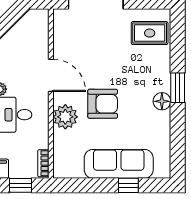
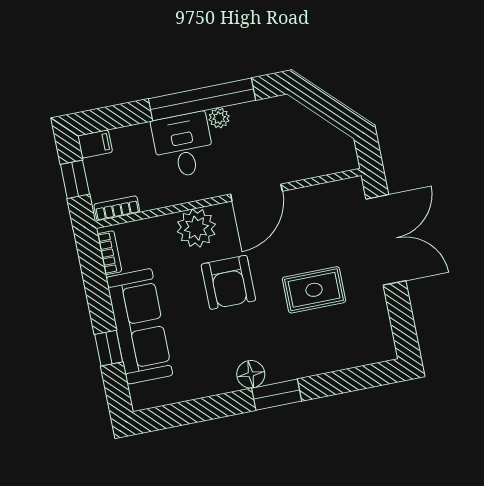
rug: (150, 33) -> (314, 290), moved, turned 90
bookcase: (70, 173) -> (110, 253), added

